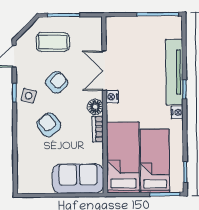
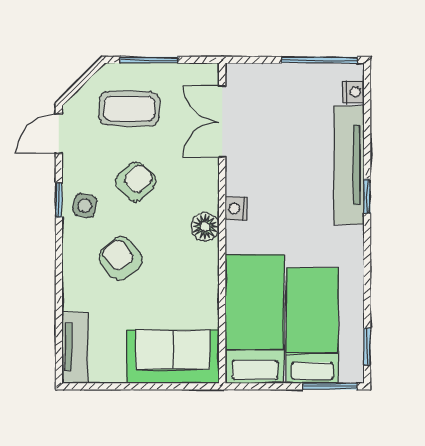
double door: (104, 71) -> (222, 122), moved
nightstand: (177, 112) -> (353, 92), moved
bookcase: (98, 129) -> (210, 267), removed
tv unit: (24, 174) -> (75, 347), added

